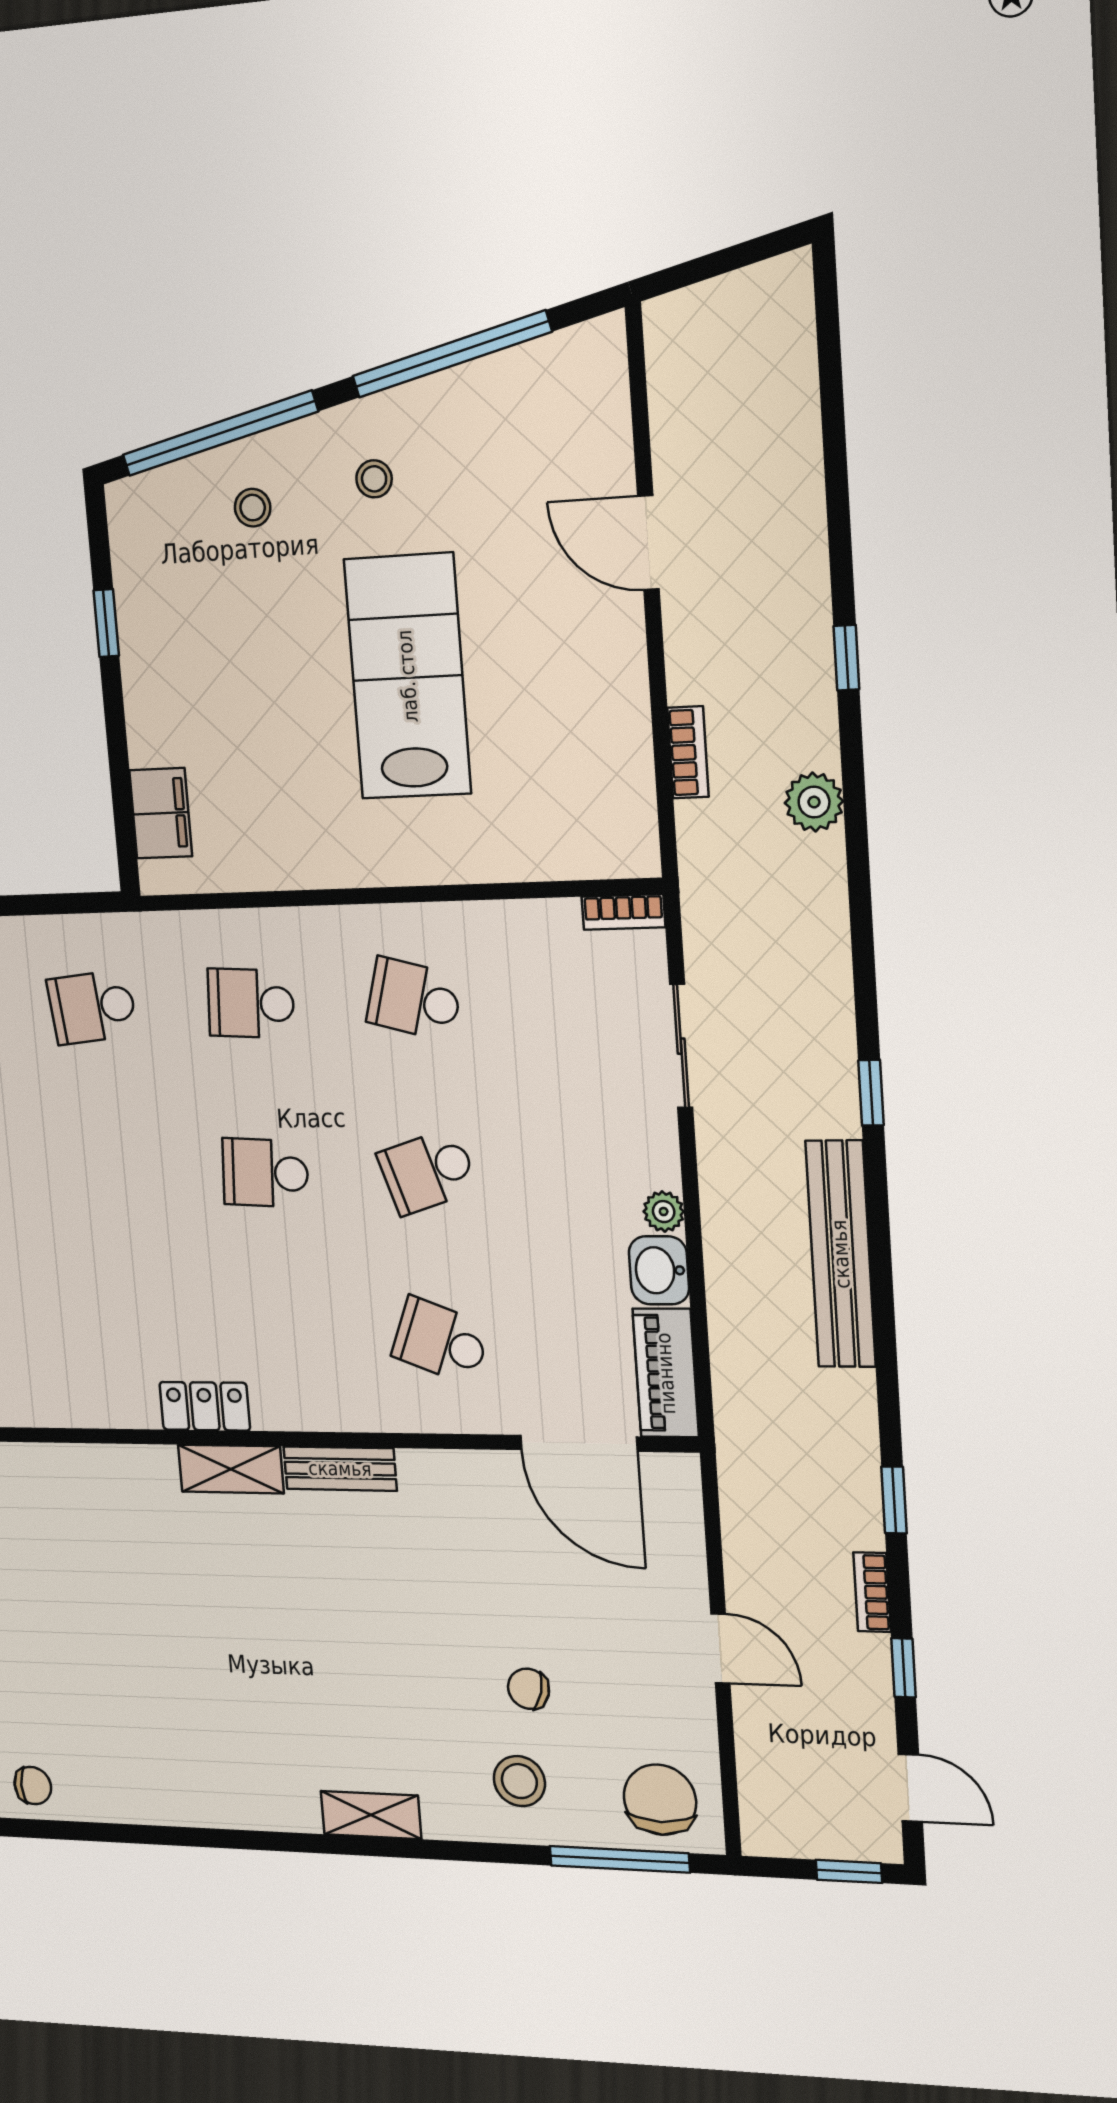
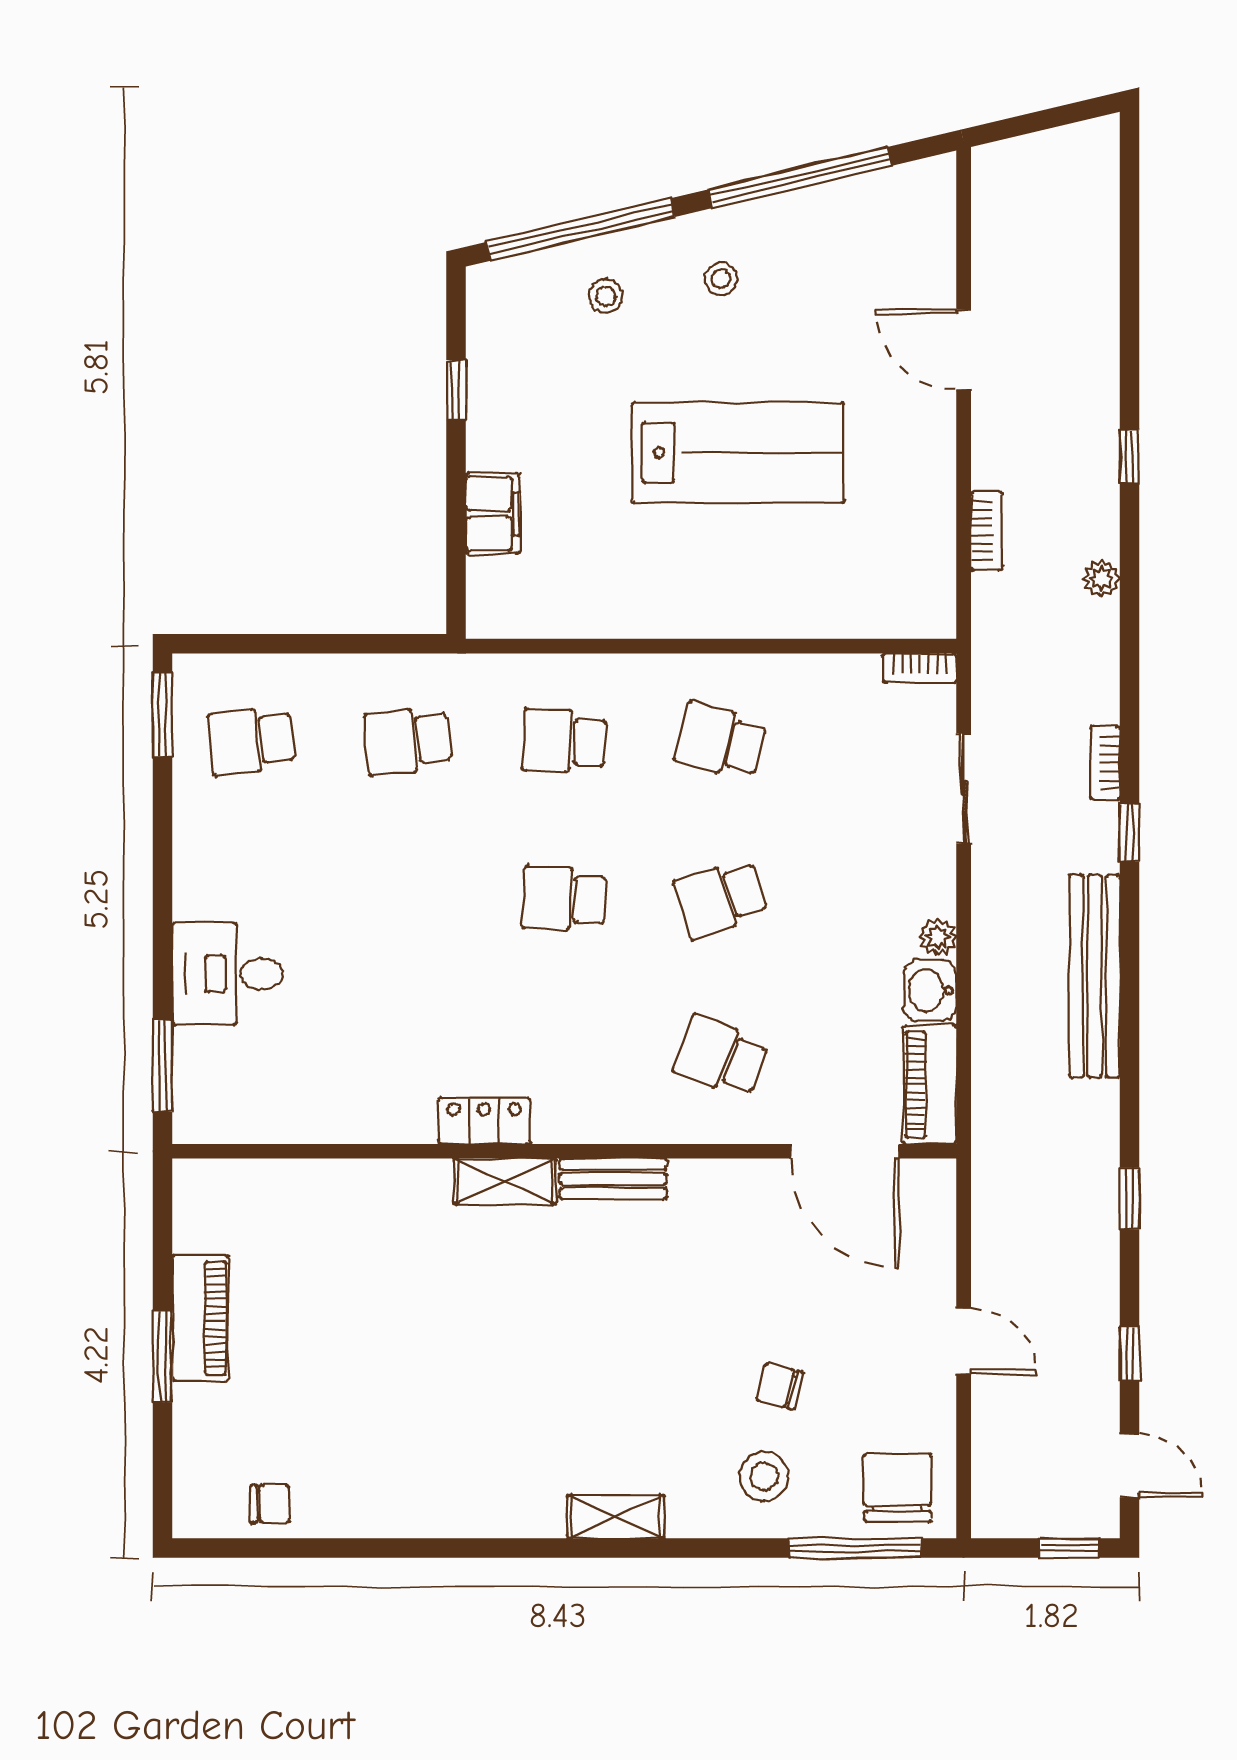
lab bench: (408, 676) -> (738, 453), turned 90
plant: (814, 802) -> (1101, 578), width x0.73, depth x0.73
filing cabinet: (161, 813) -> (493, 514), moved
bookcase: (872, 1592) -> (1105, 763), moved

